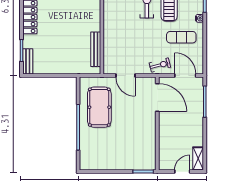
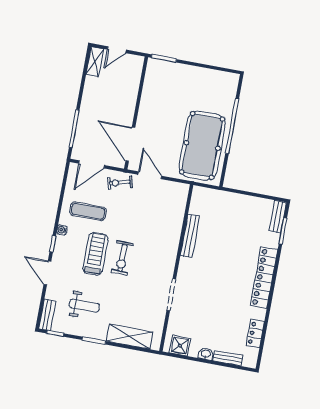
bench: (96, 49) -> (190, 236), moved
door: (125, 75) -> (150, 175), moved
door: (185, 75) -> (92, 164), hinge flipped
pool table: (99, 107) -> (202, 146), width x1.36, depth x1.32

